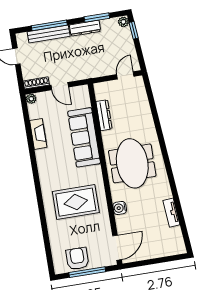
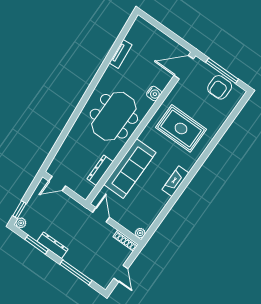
bench: (49, 34) -> (82, 267), removed
door: (60, 86) -> (101, 215), moved
fireplace: (38, 134) -> (175, 181), moved

